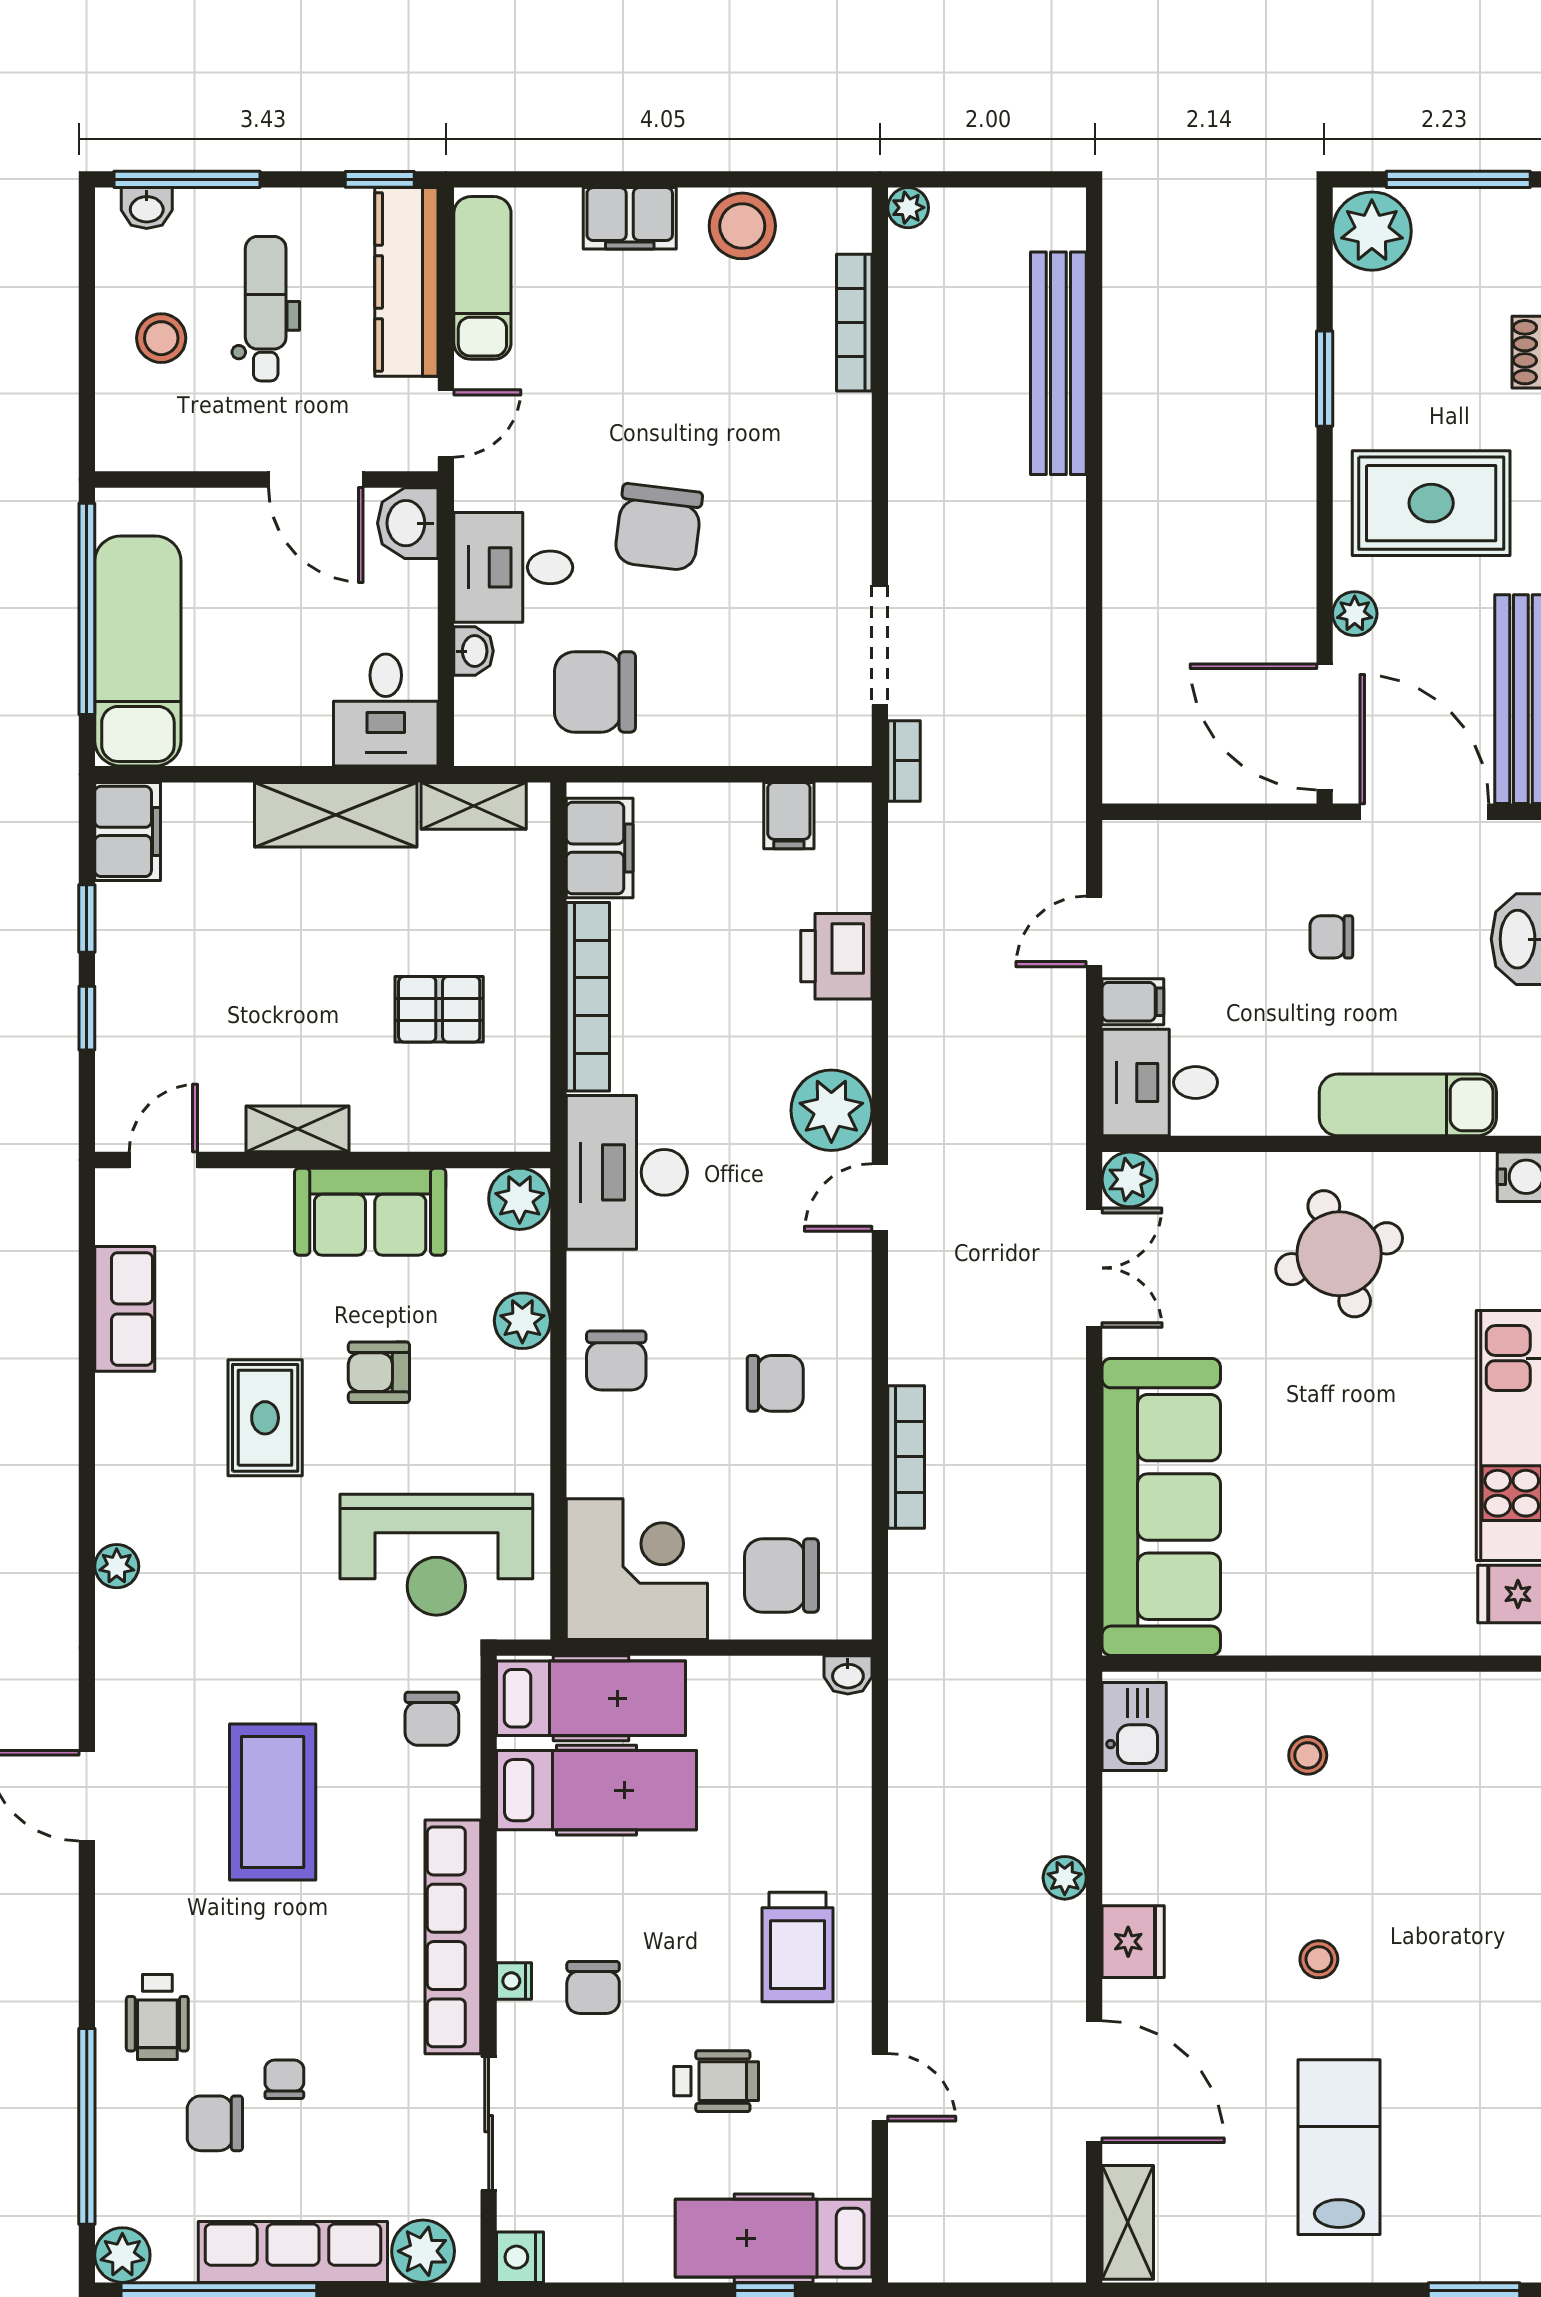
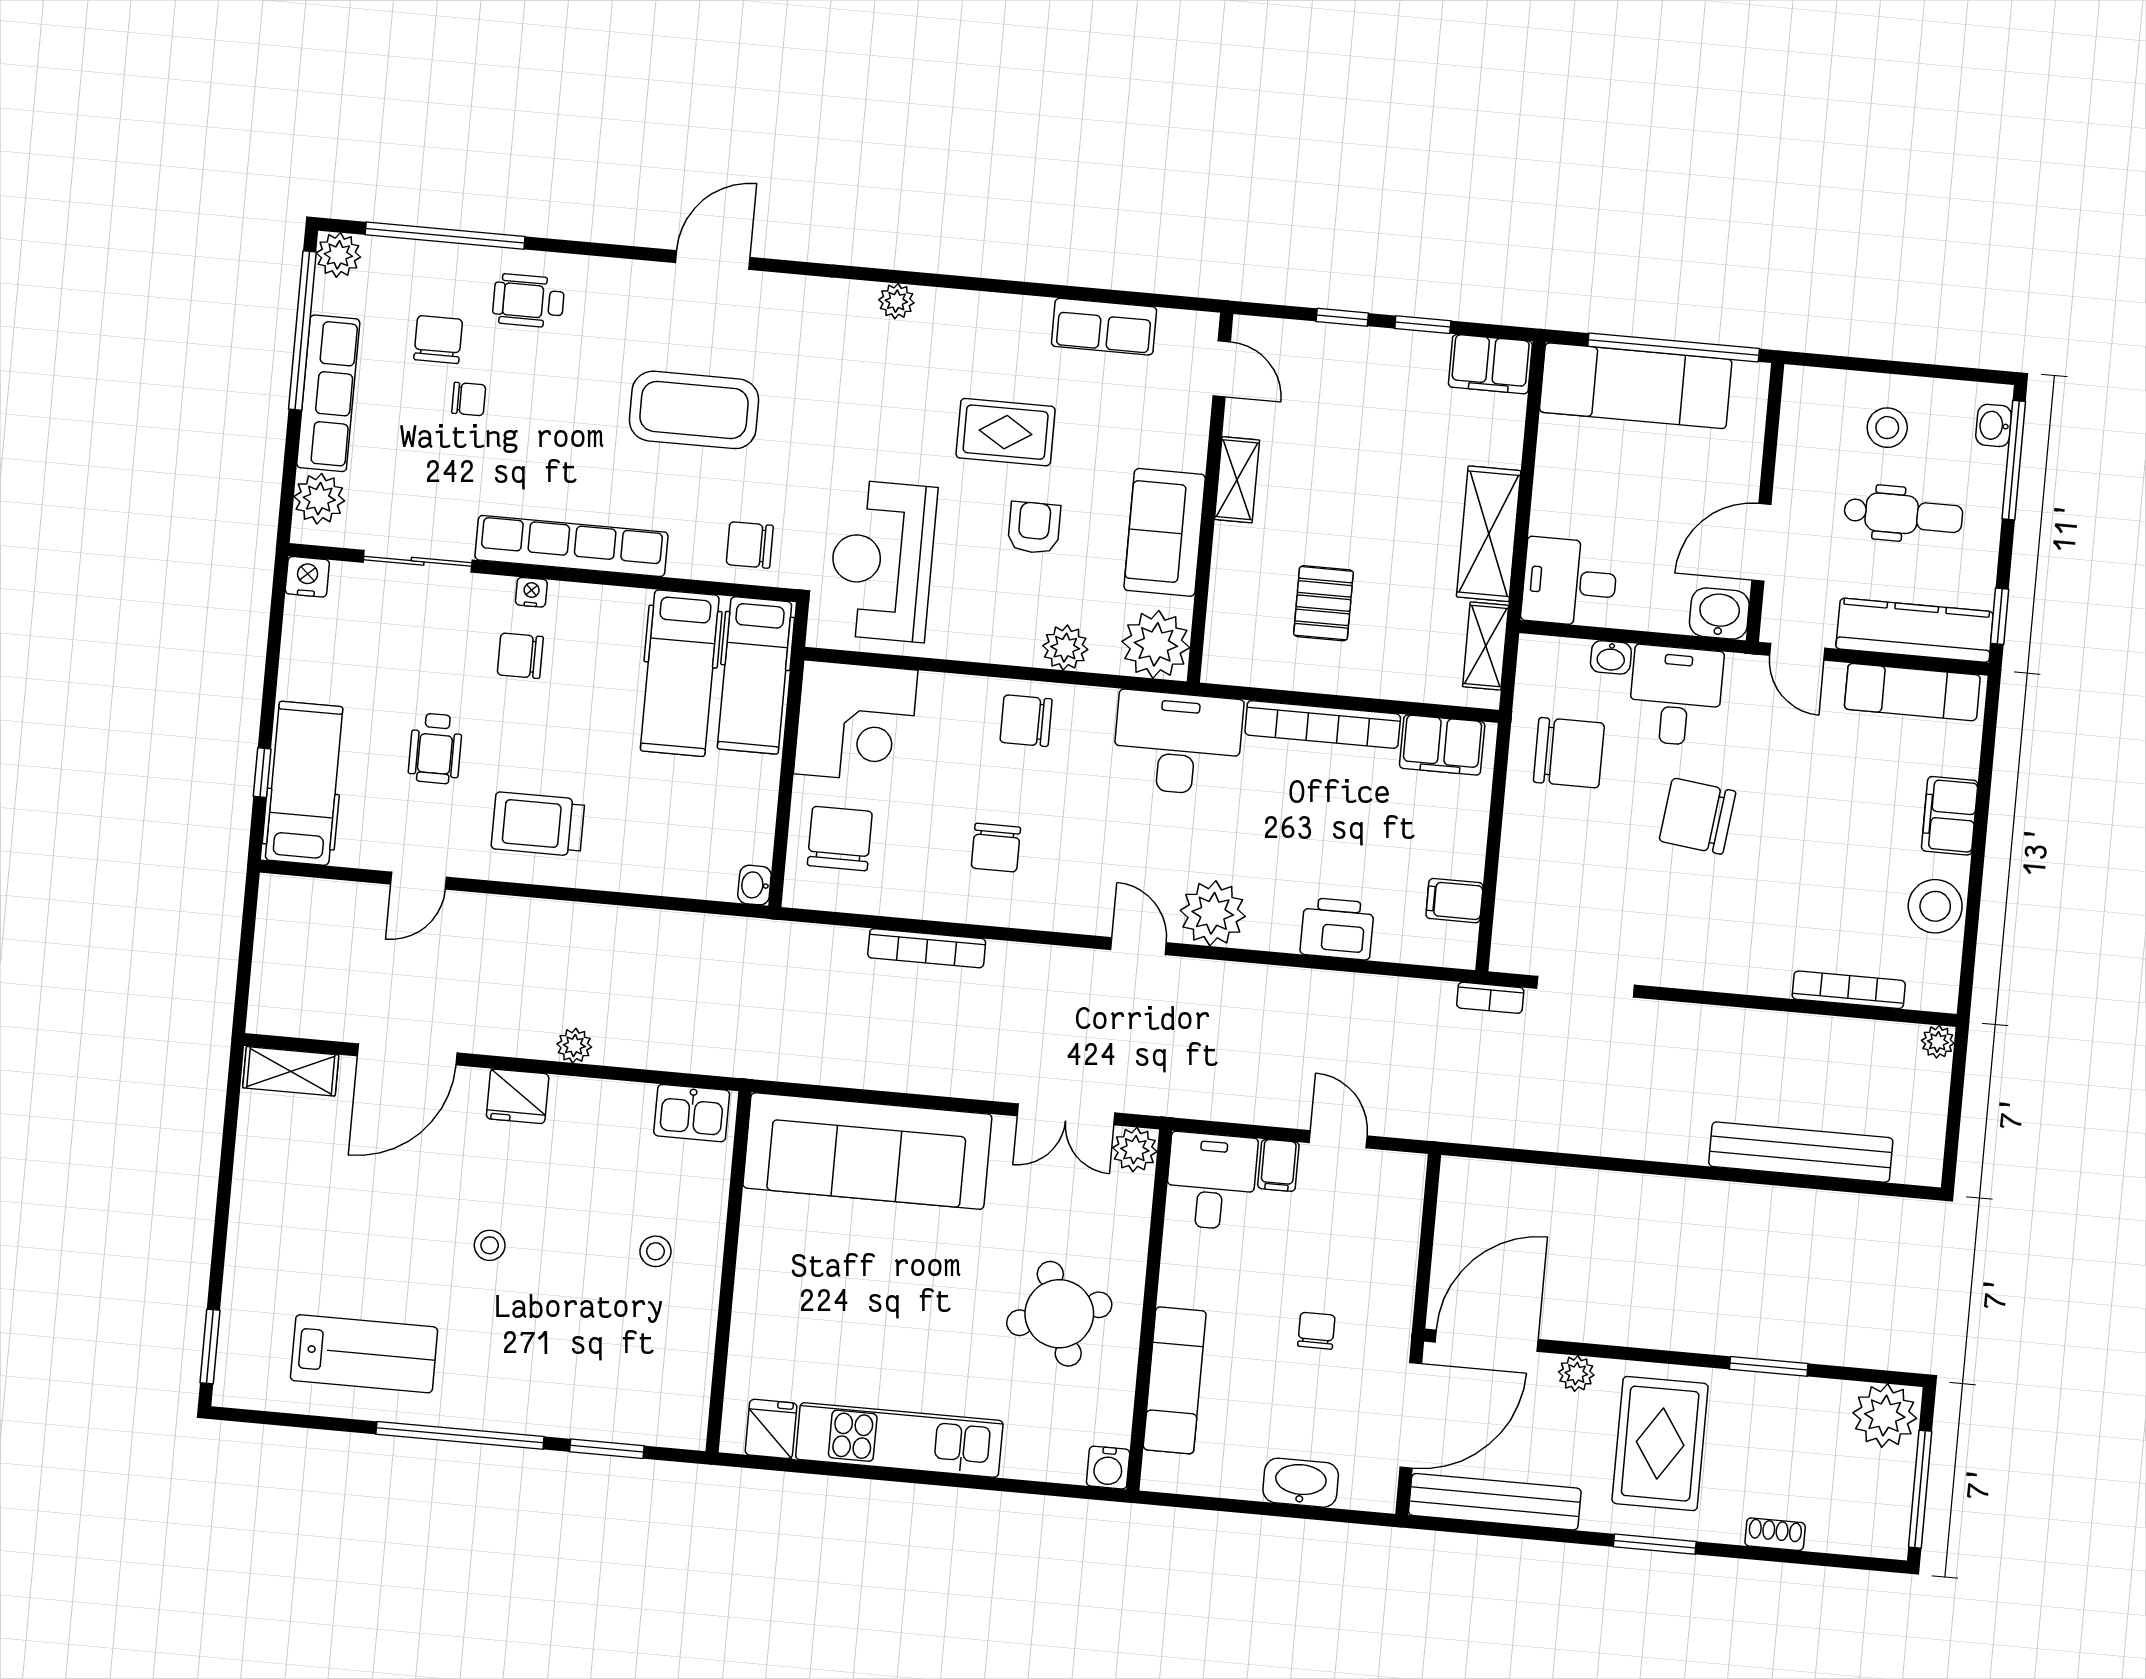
chair: (595, 692) -> (1569, 753), turned 90
plant: (520, 1199) -> (1156, 644), width x1.36, depth x1.36
lab bench: (1339, 2147) -> (364, 1354), moved

